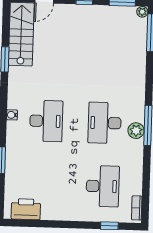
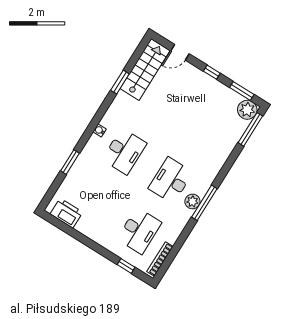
plant: (142, 12) -> (247, 110), width x1.88, depth x1.88
bookcase: (137, 208) -> (160, 259), width x1.56

